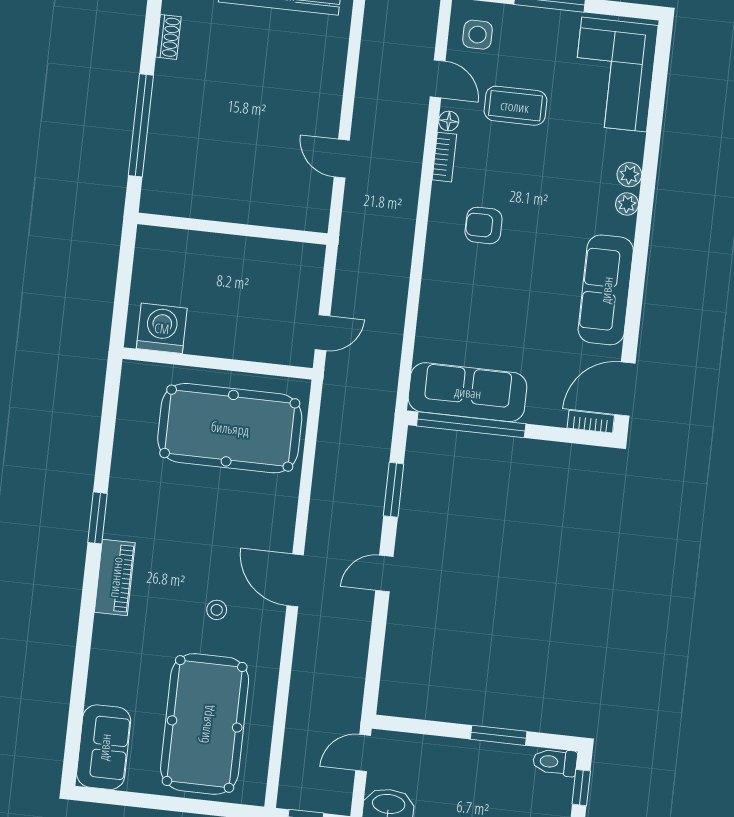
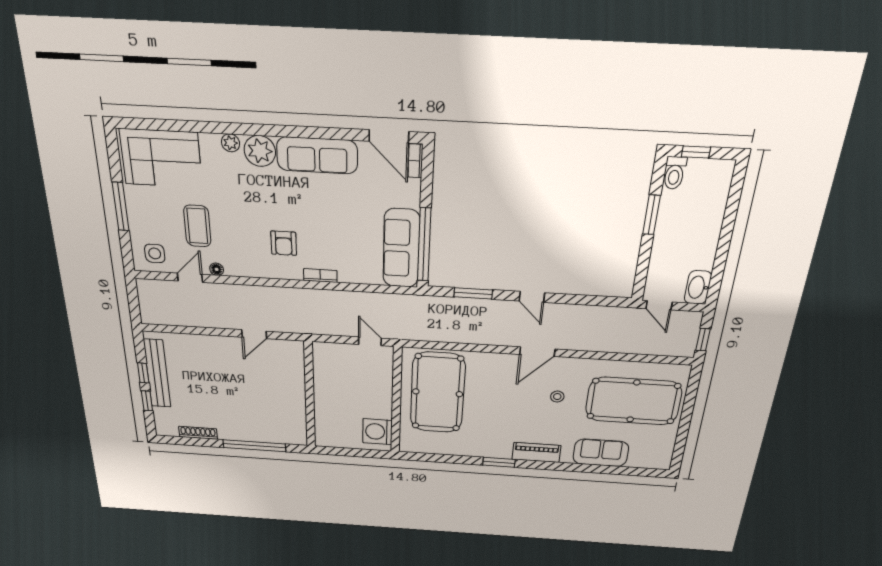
shoe rack: (168, 37) -> (198, 433), width x1.43
bookcase: (444, 157) -> (320, 276), moved
plant: (627, 204) -> (260, 151), width x1.87, depth x1.87
sofa: (104, 747) -> (601, 453), moved

